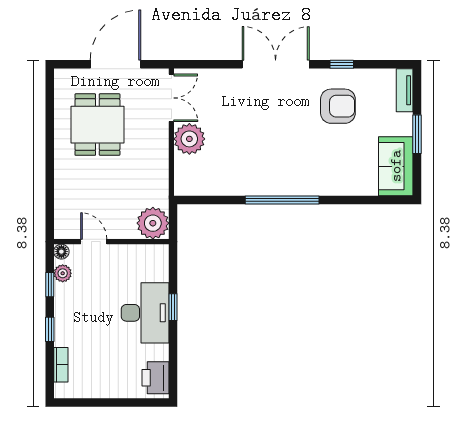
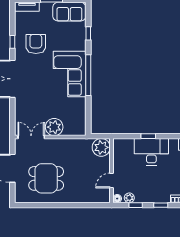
corner sofa: (284, 167) -> (70, 74), added
window: (357, 200) -> (88, 33), added

